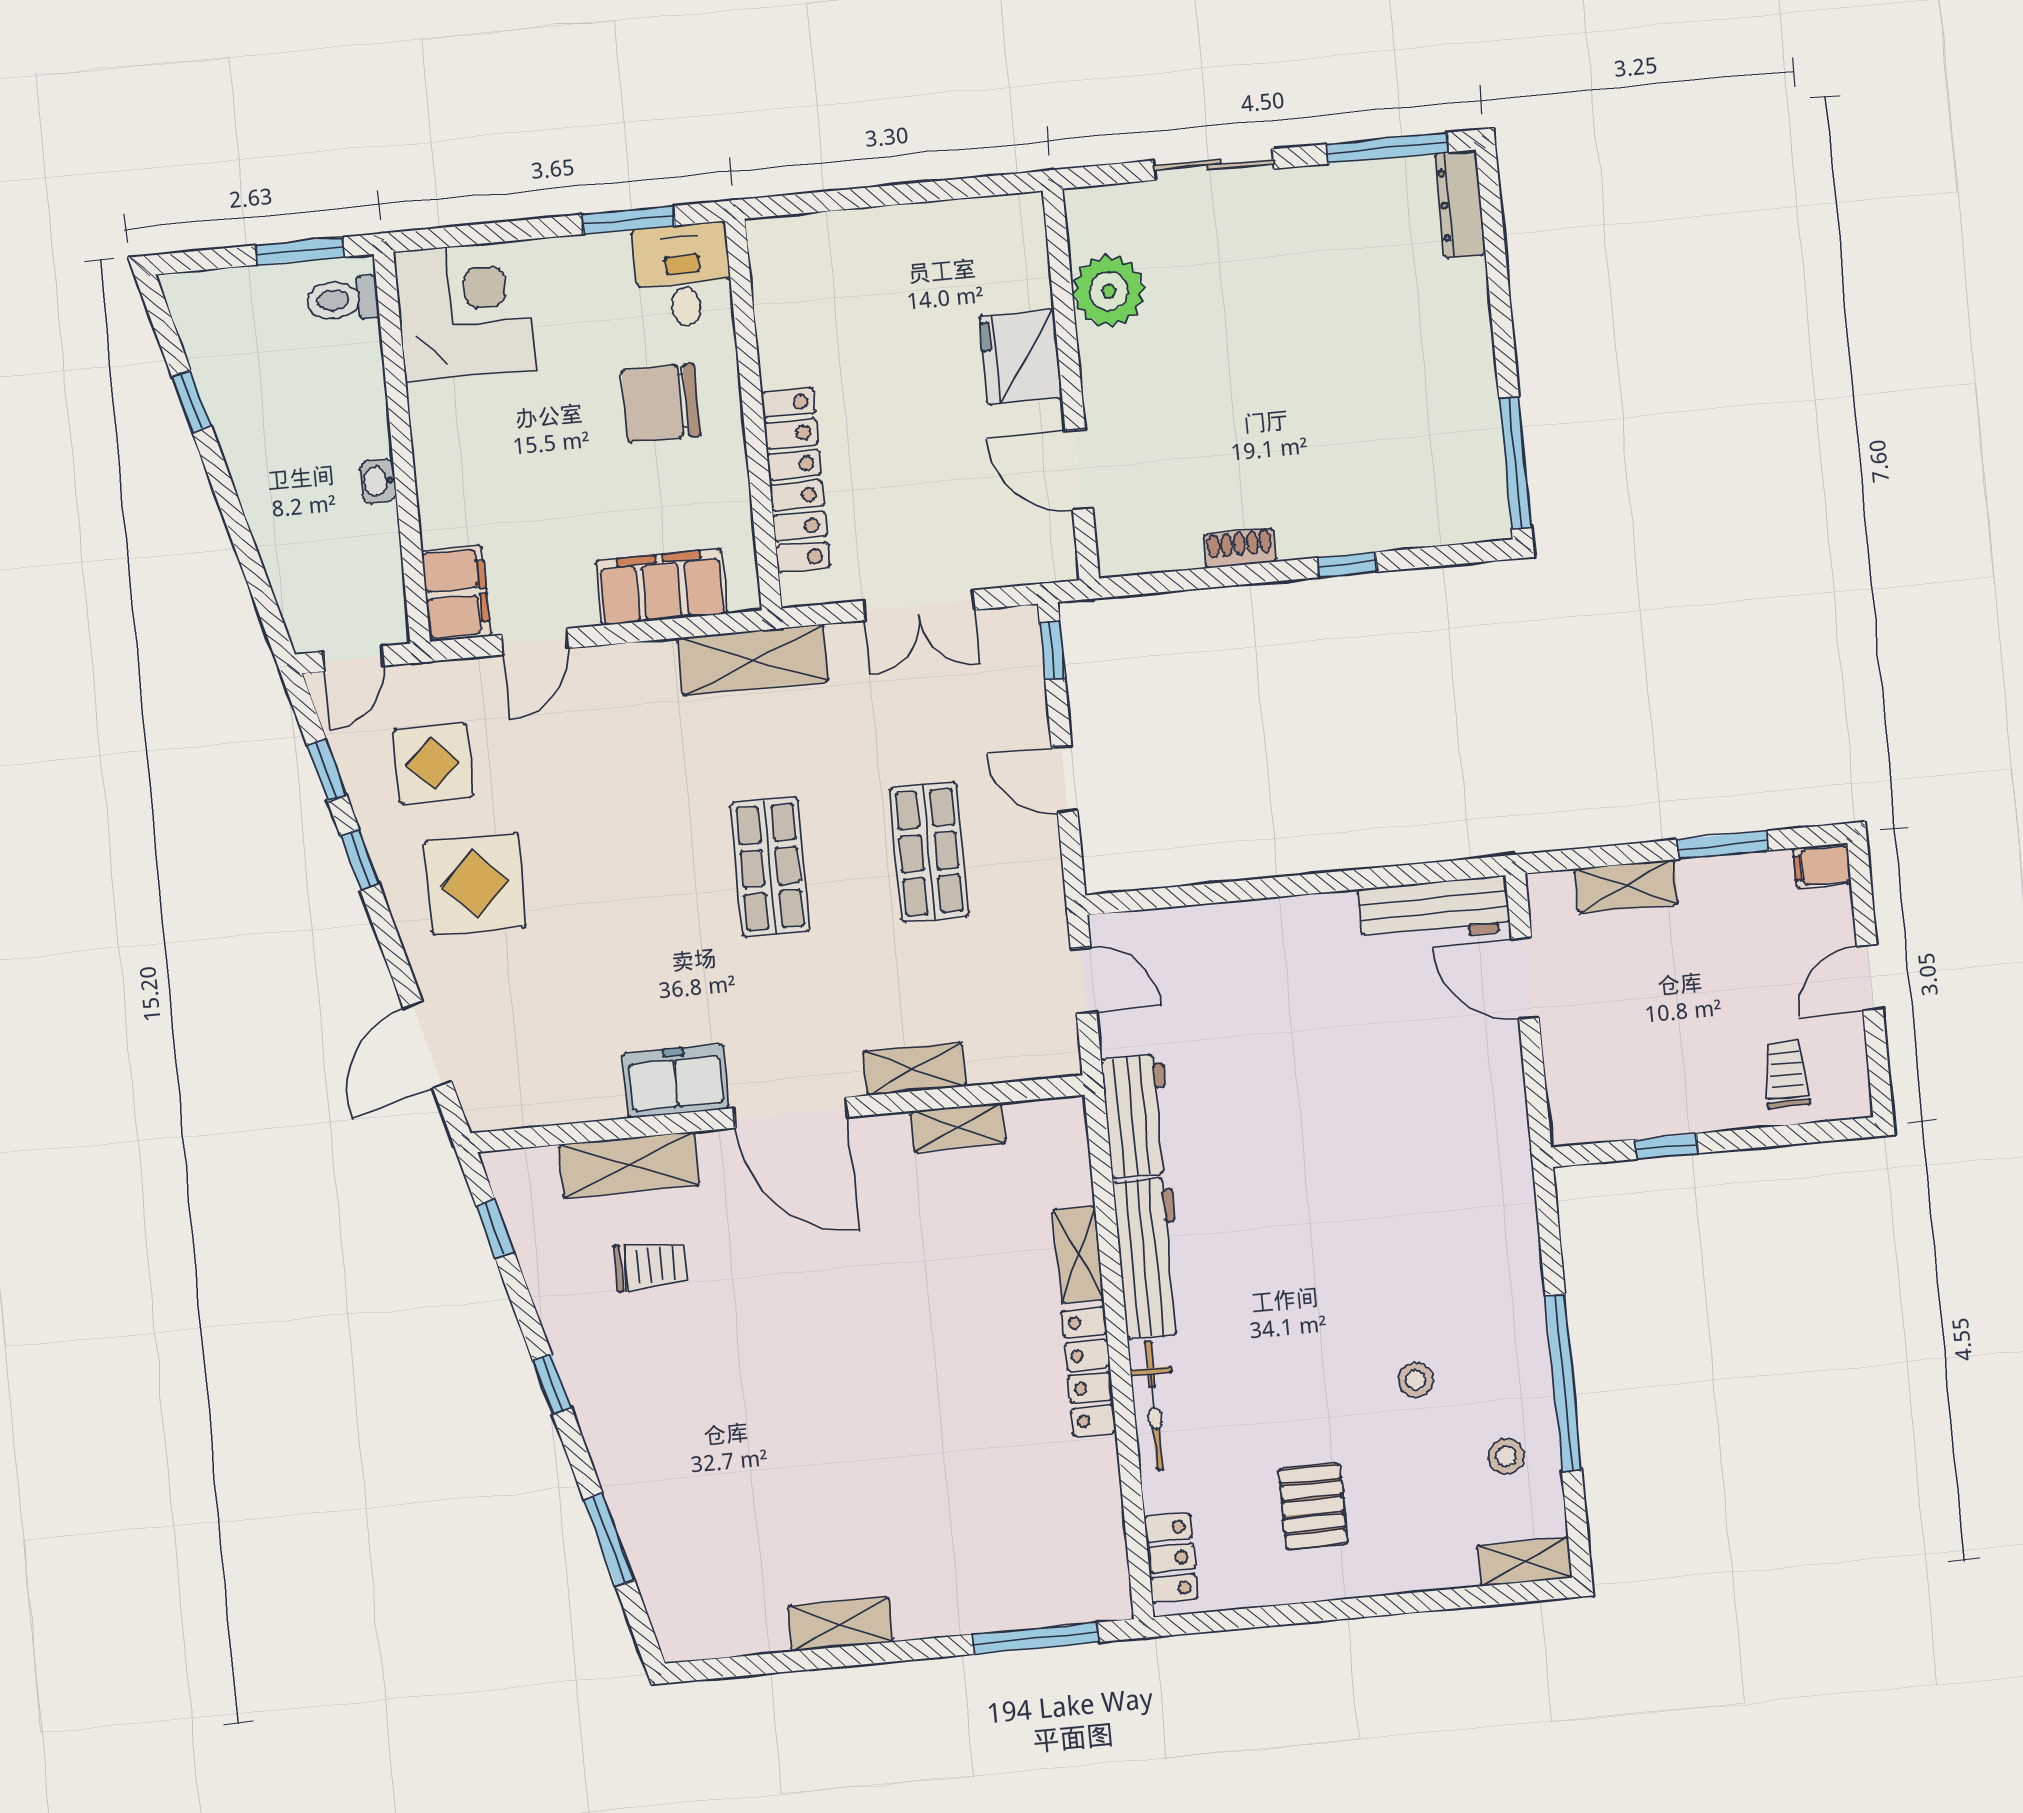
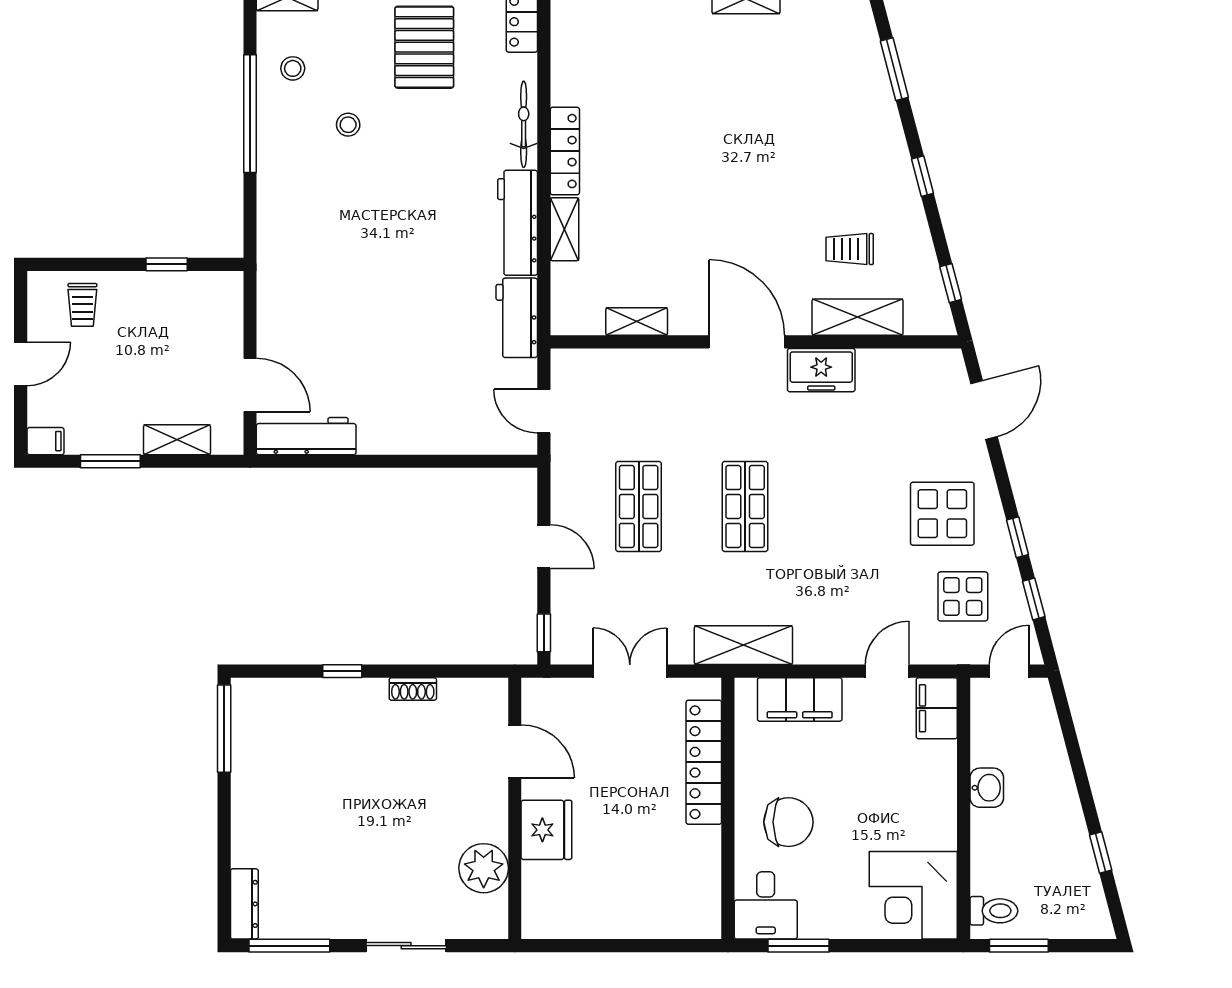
washbasin: (378, 481) -> (987, 788), width x1.38, depth x1.45
shelving: (914, 1069) -> (662, 363), removed
pallet: (1313, 1506) -> (424, 47), width x1.50, depth x1.42

